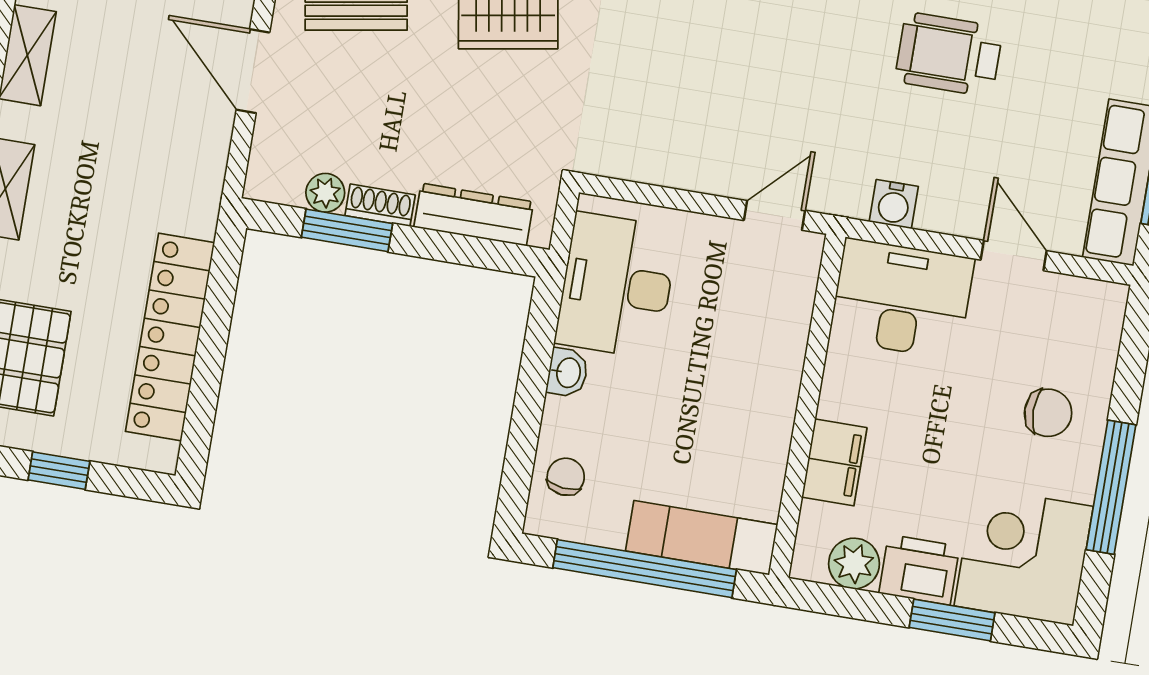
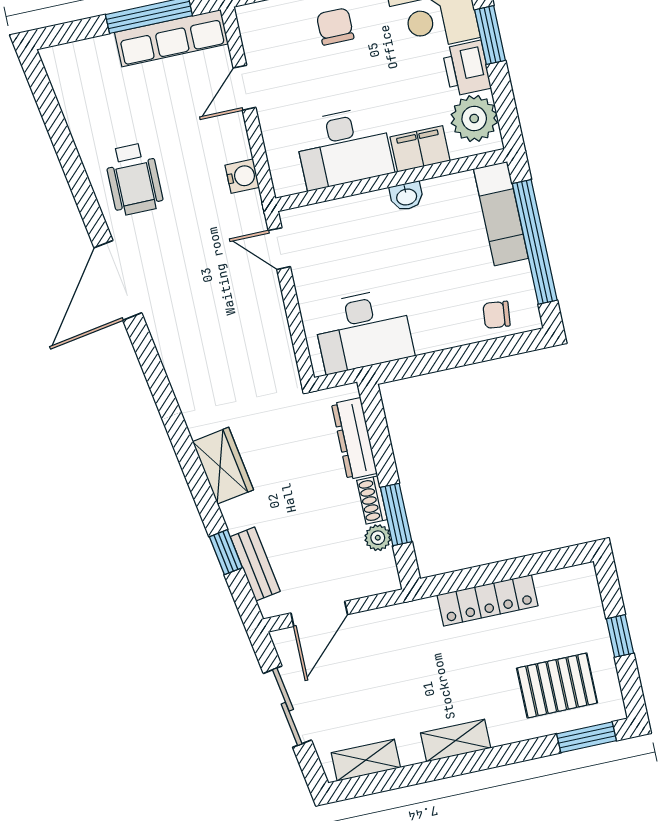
desk: (902, 299) -> (344, 148), moved, turned -90
locker: (170, 337) -> (488, 600), width x0.71, depth x0.83
washbasin: (567, 373) -> (406, 196), moved, turned 180
plant: (854, 564) -> (474, 118), width x1.36, depth x1.36

